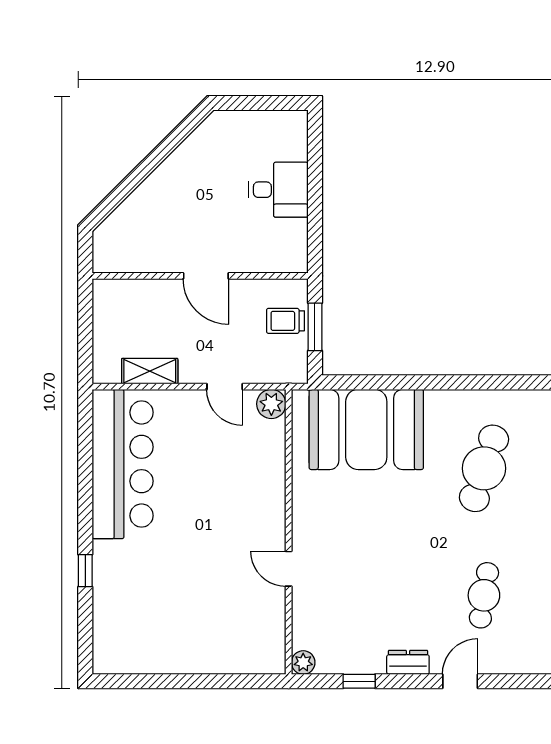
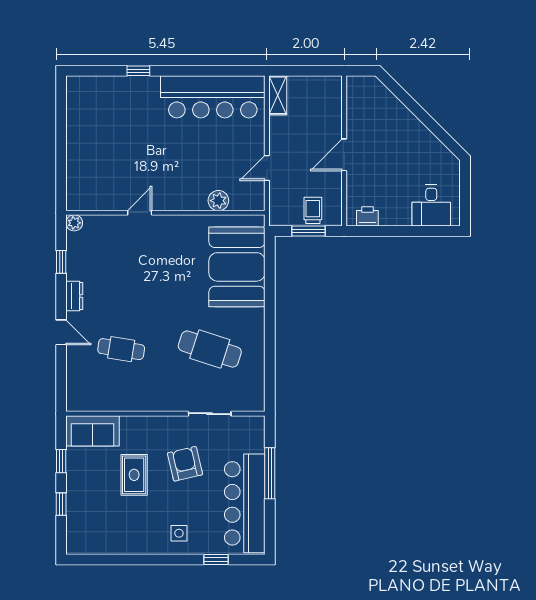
desk: (278, 190) -> (431, 206), moved
printer: (294, 243) -> (367, 216), added
shelving: (150, 371) -> (278, 95), moved
plant: (271, 404) -> (218, 201), moved

